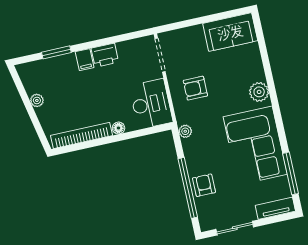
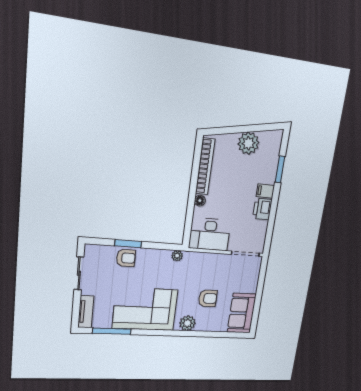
armchair: (195, 88) -> (208, 298), moved, turned 90
plant: (37, 100) -> (248, 143), width x1.88, depth x1.88
window: (188, 188) -> (128, 244), width x0.47

